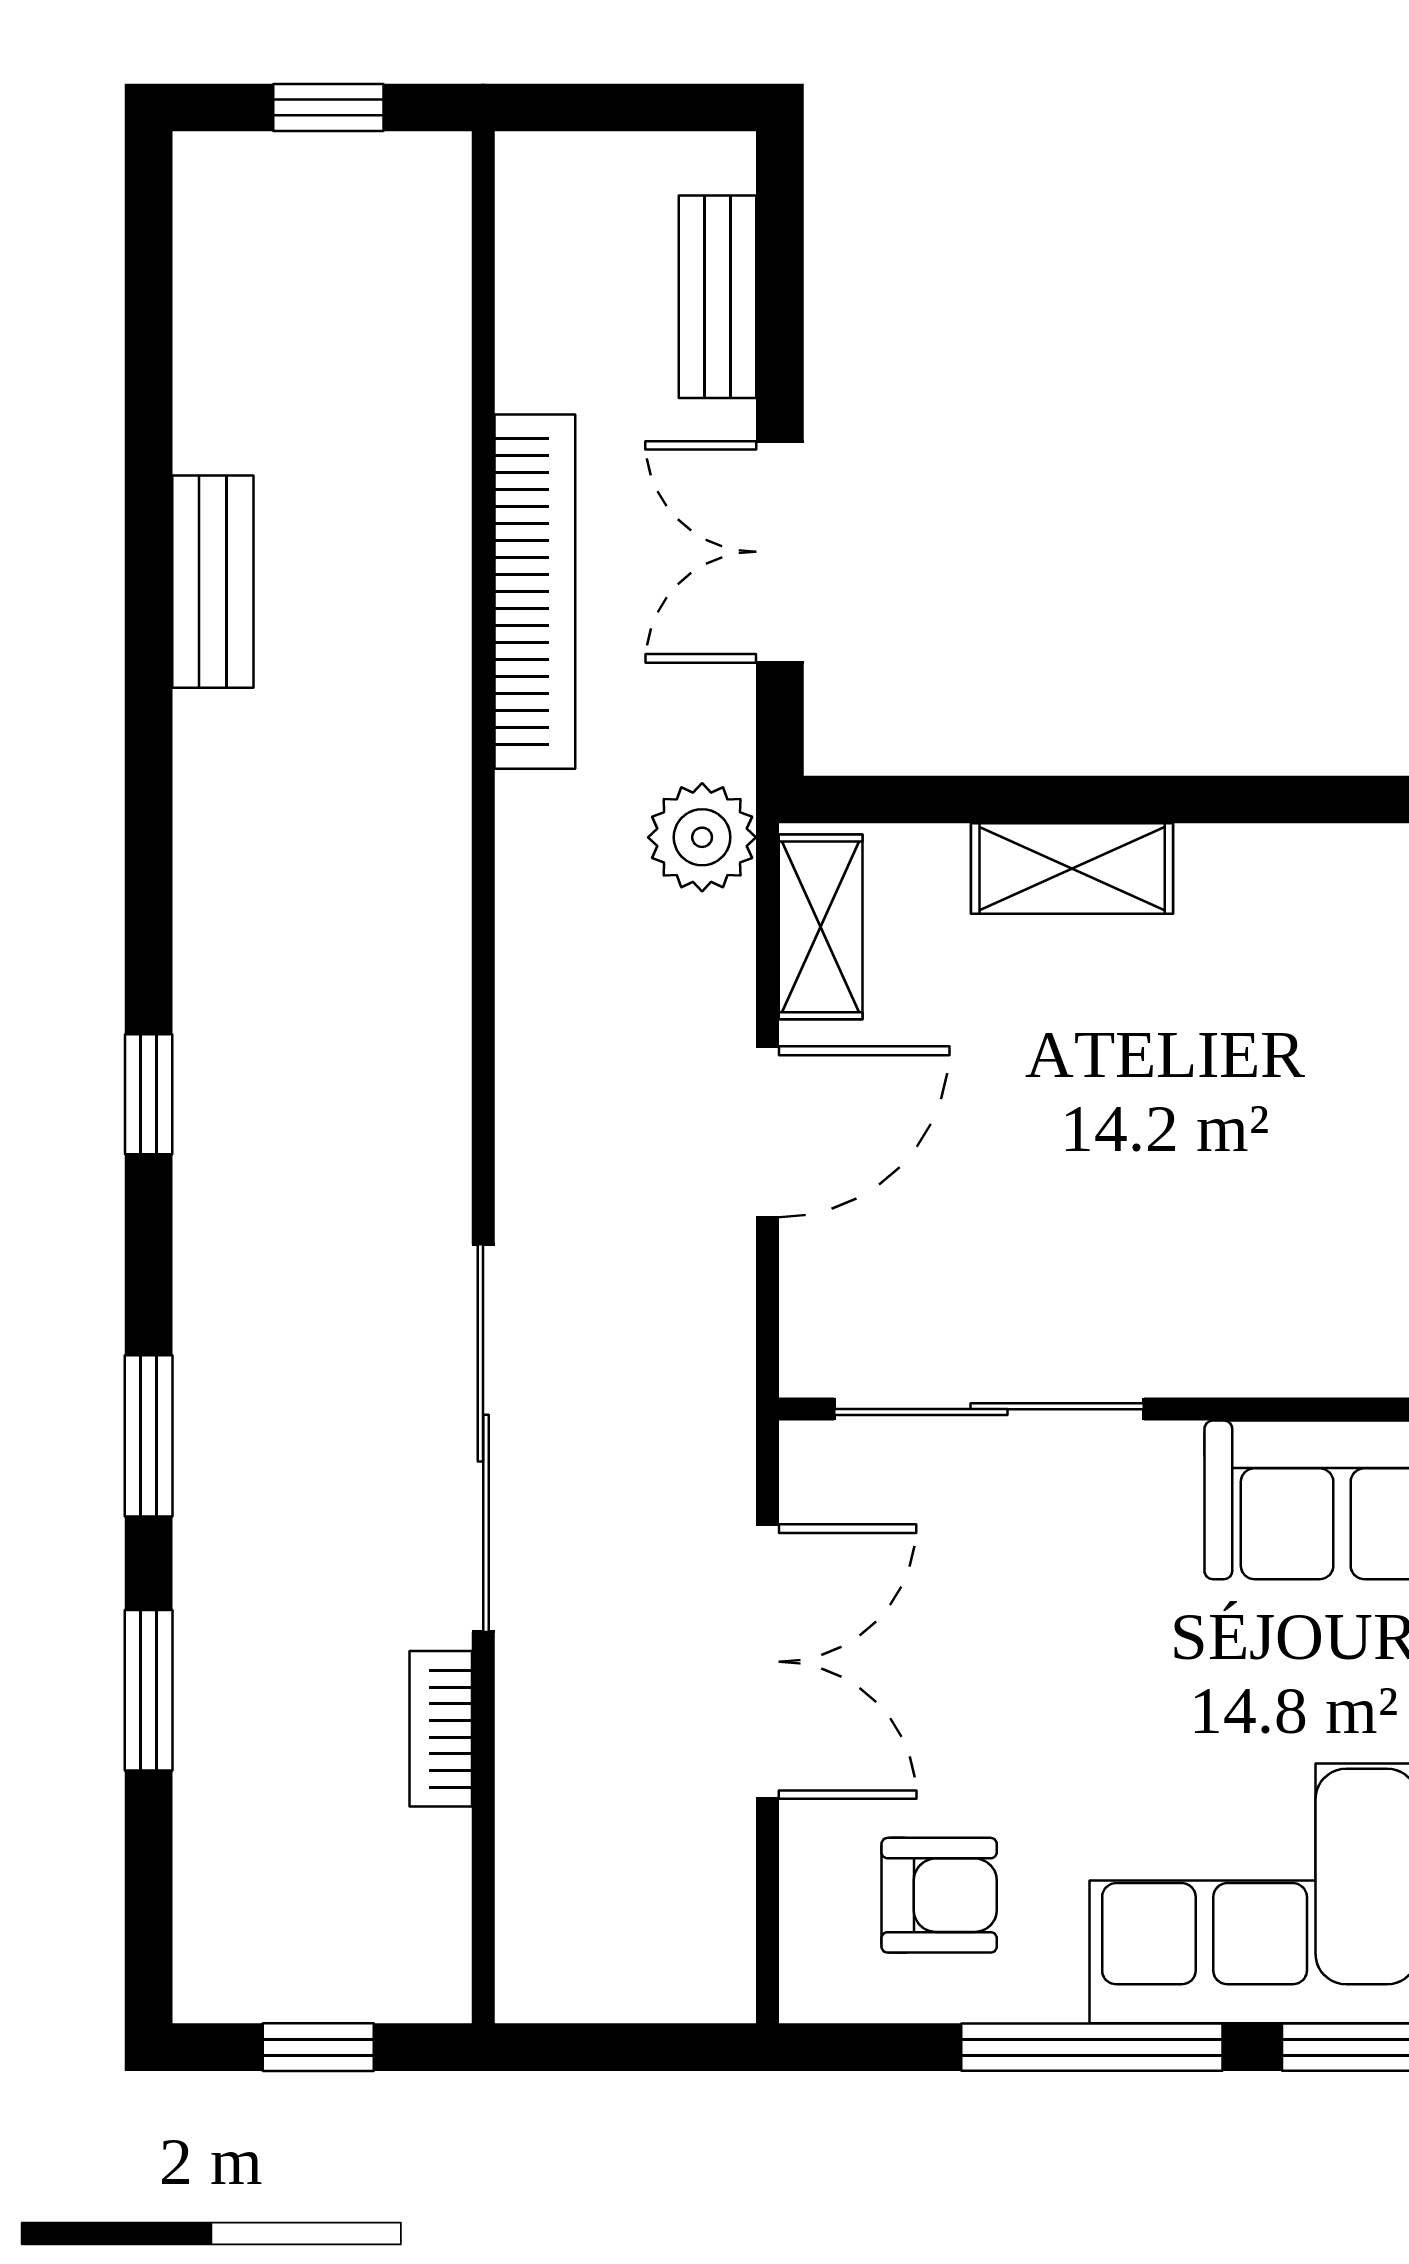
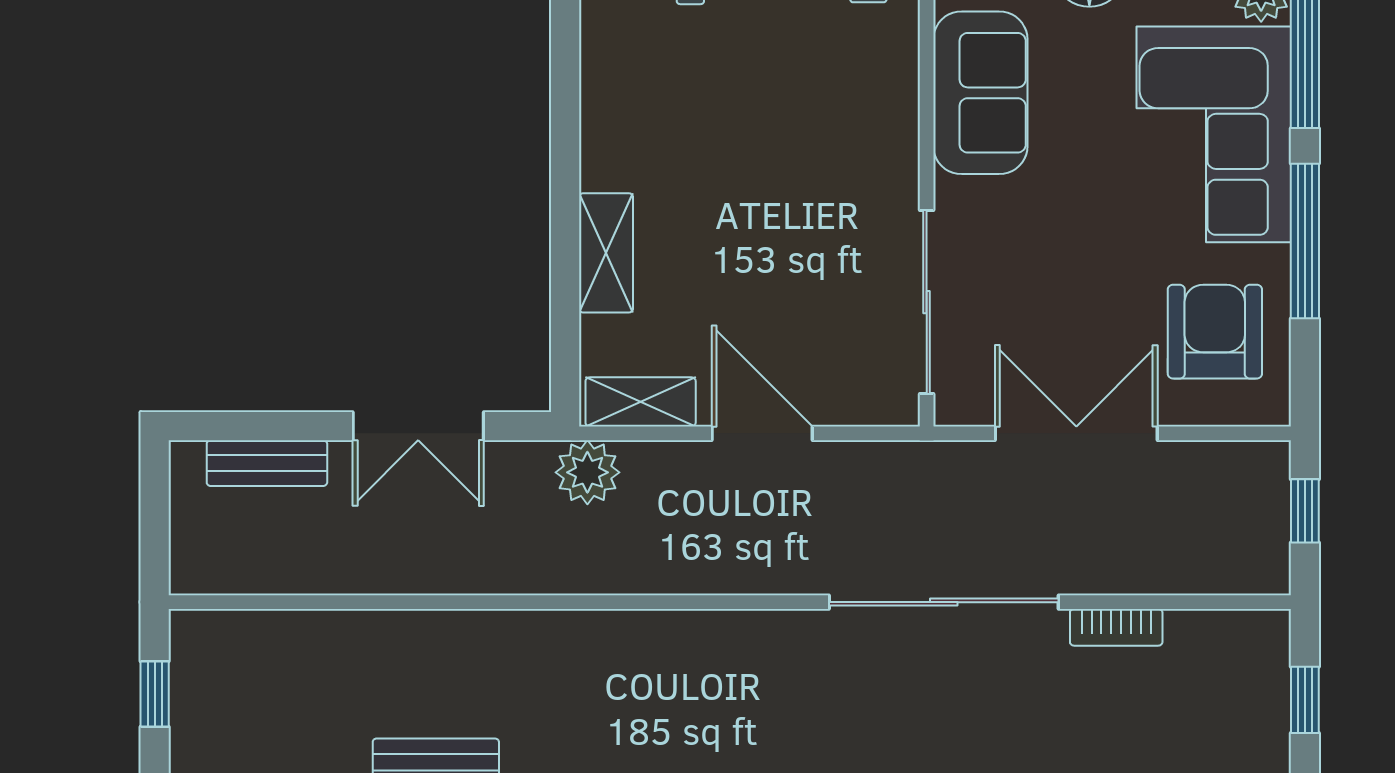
bookcase: (535, 592) -> (442, 571), removed
armchair: (939, 1895) -> (1215, 332), width x1.38, depth x1.38
window: (637, 2047) -> (1305, 511), added

